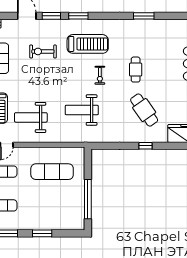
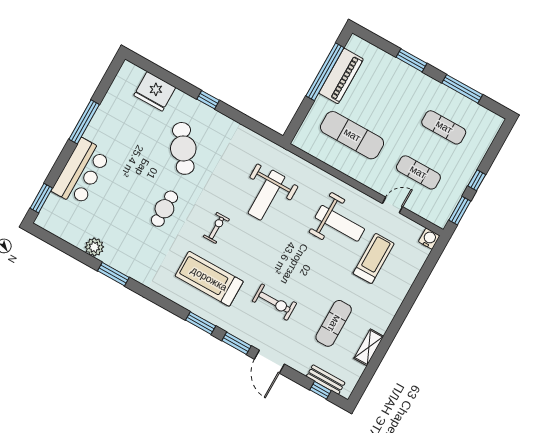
plant: (163, 25) -> (94, 247), added
weight bench: (82, 110) -> (266, 195), turned 90
piano: (77, 202) -> (341, 76), added

